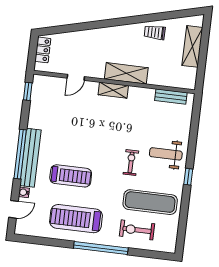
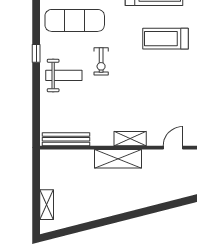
trolley: (155, 32) -> (92, 207), removed
shelving: (192, 46) -> (47, 205), width x0.67, depth x0.75
bench: (171, 97) -> (66, 139), width x1.36

